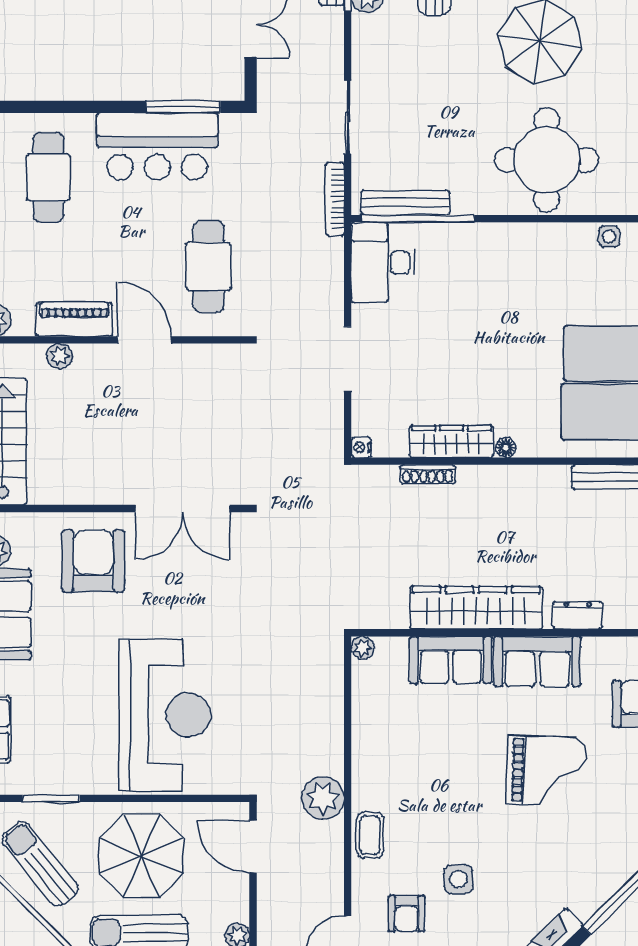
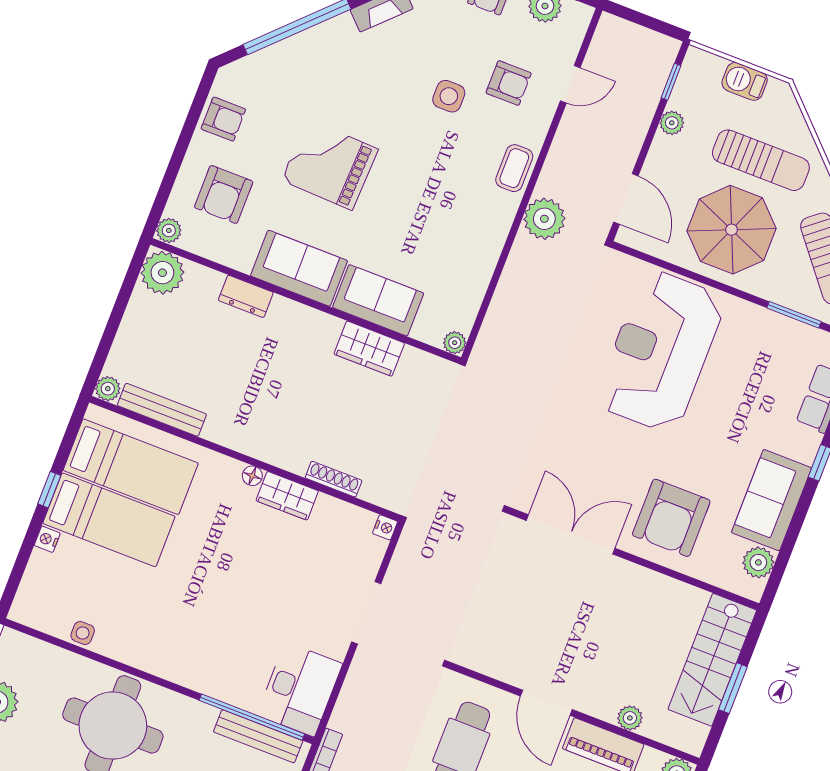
wardrobe: (451, 441) -> (287, 496), width x0.67
wardrobe: (476, 608) -> (369, 349), width x0.48, depth x0.85
armchair: (407, 914) -> (509, 83), turned 90

